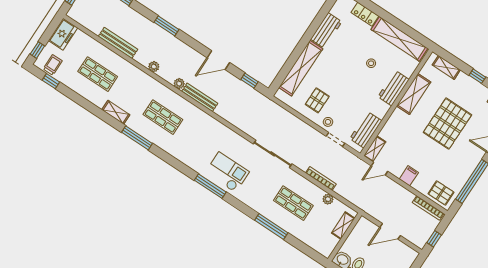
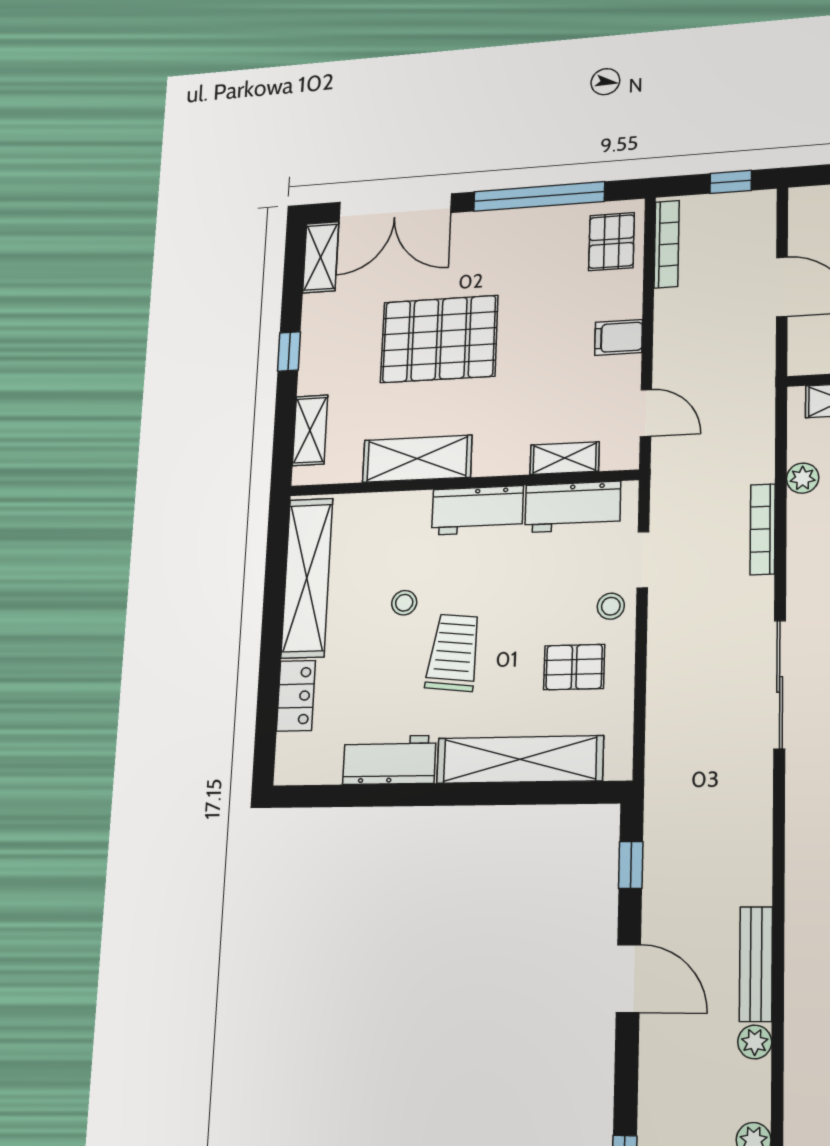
trolley: (346, 69) -> (454, 653), added
workbench: (394, 88) -> (477, 510), moved
shelving: (375, 149) -> (565, 458), moved

